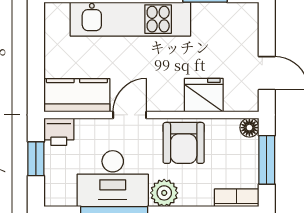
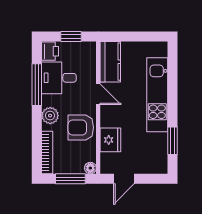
printer: (59, 132) -> (50, 51), moved, turned 180
desk: (113, 179) -> (59, 78), width x0.73
bookcase: (237, 198) -> (47, 152), width x1.56

